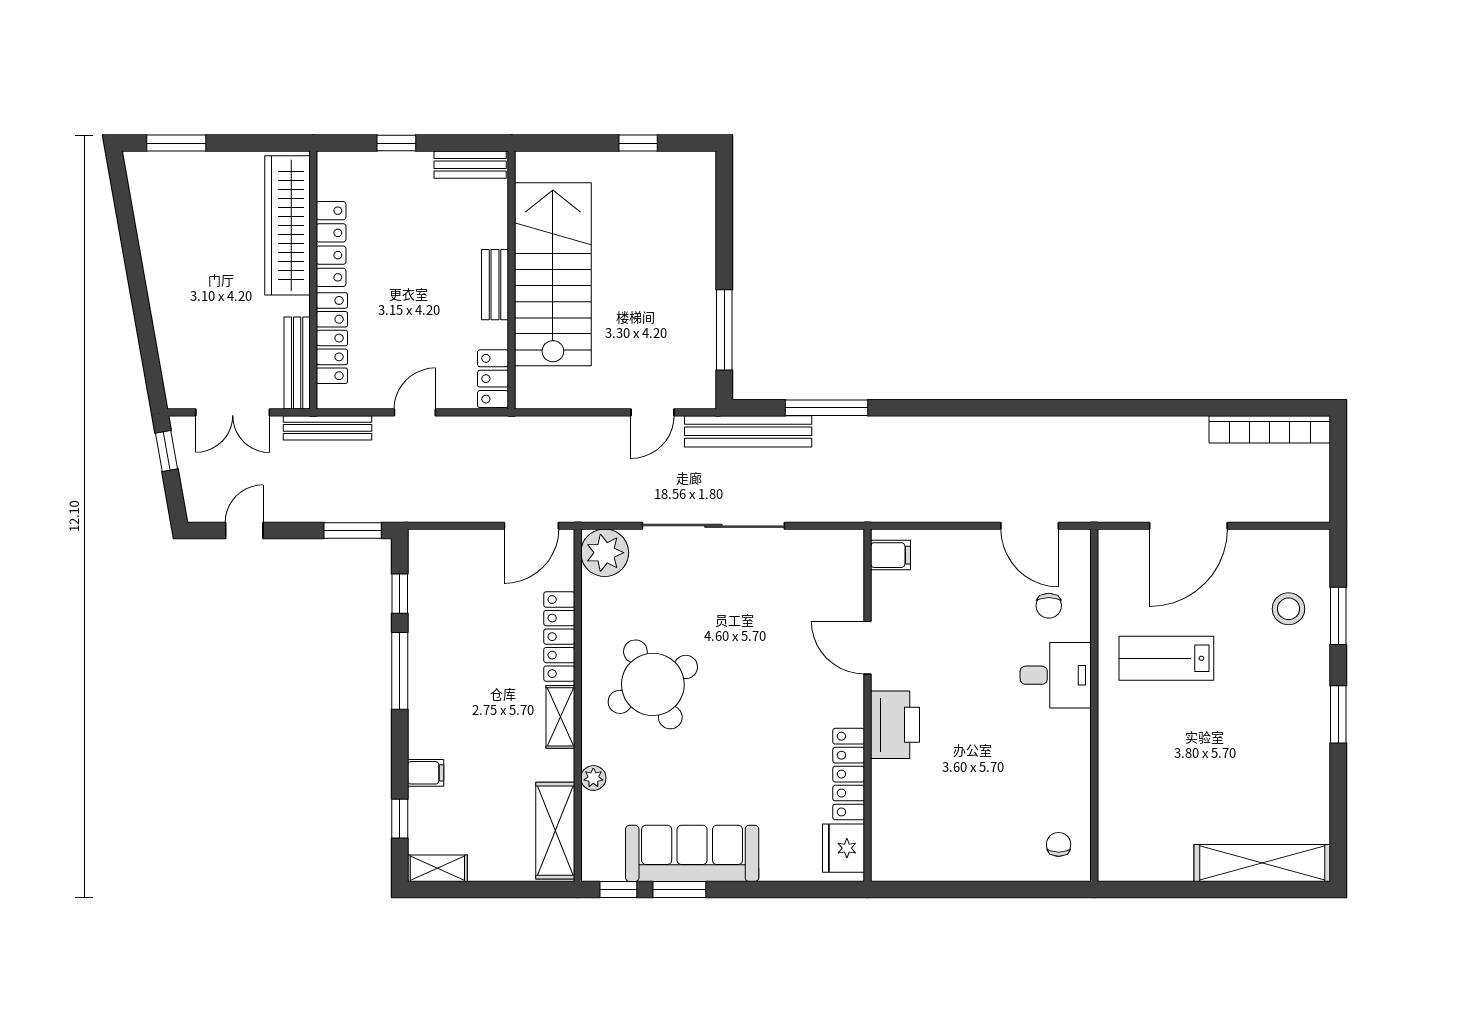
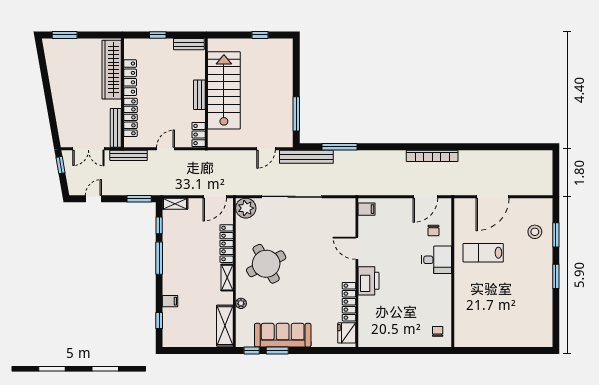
bookcase: (1270, 429) -> (432, 156), moved
door: (1030, 526) -> (425, 197), hinge flipped
shelving: (1262, 863) -> (524, 339), removed
shelving: (437, 868) -> (175, 204), moved

